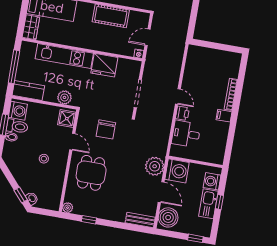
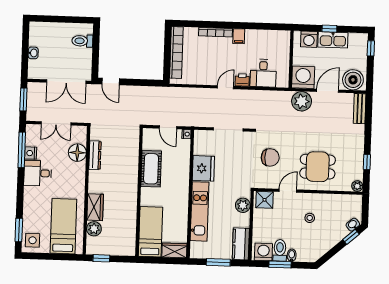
bookcase: (217, 55) -> (176, 52), added
window: (14, 67) -> (218, 262), width x0.69

